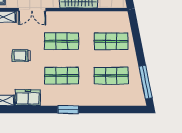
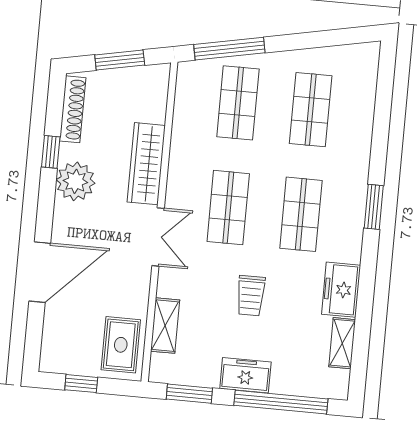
double door: (32, 10) -> (158, 237), moved
window: (146, 82) -> (229, 49), moved

